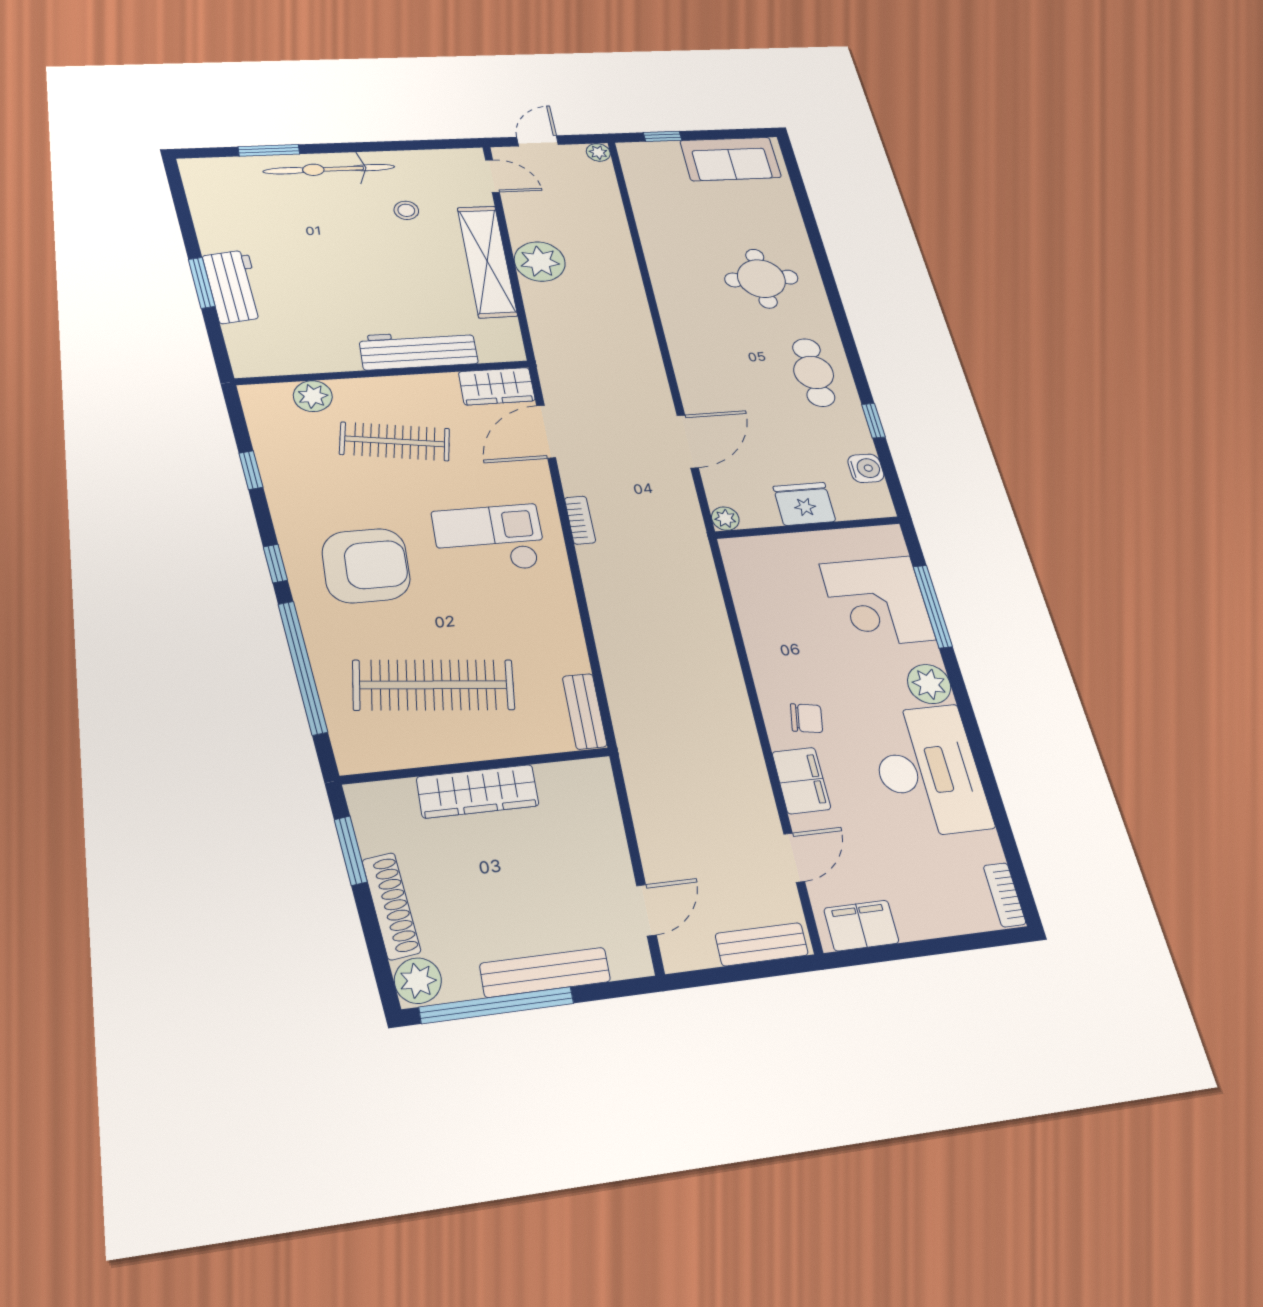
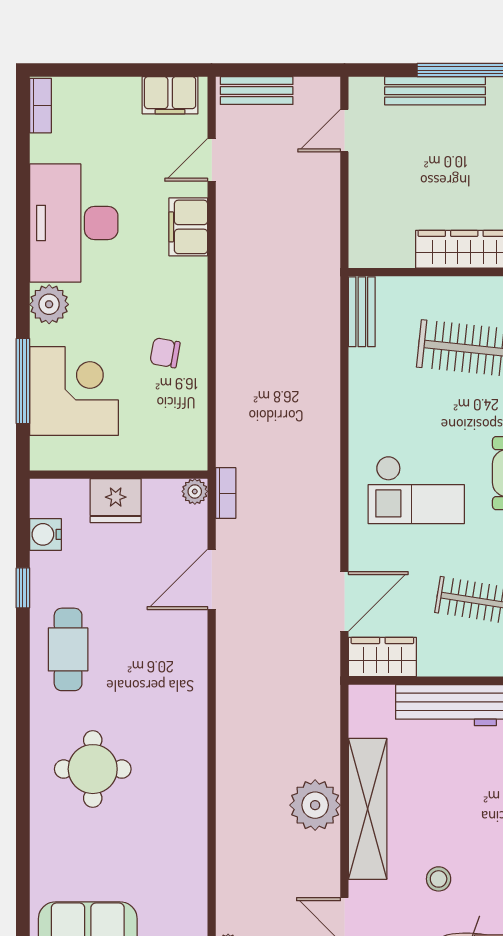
bookcase: (580, 520) -> (226, 493), moved, turned 180
chair: (806, 718) -> (165, 353), moved

